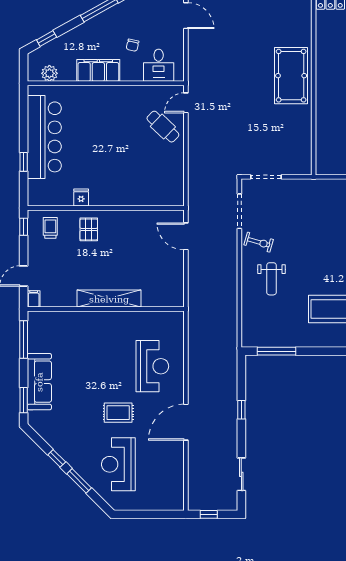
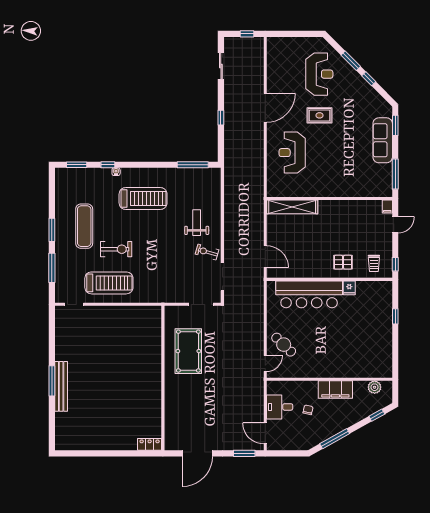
desk: (159, 65) -> (280, 407), moved, turned -90
pool table: (291, 76) -> (188, 351), moved
bar counter: (44, 137) -> (309, 294), moved, turned -90
pallet: (89, 229) -> (343, 262), turned 90
shelving: (109, 299) -> (292, 207), moved

